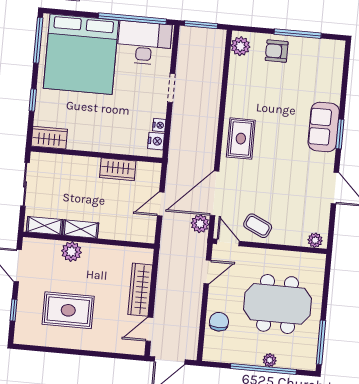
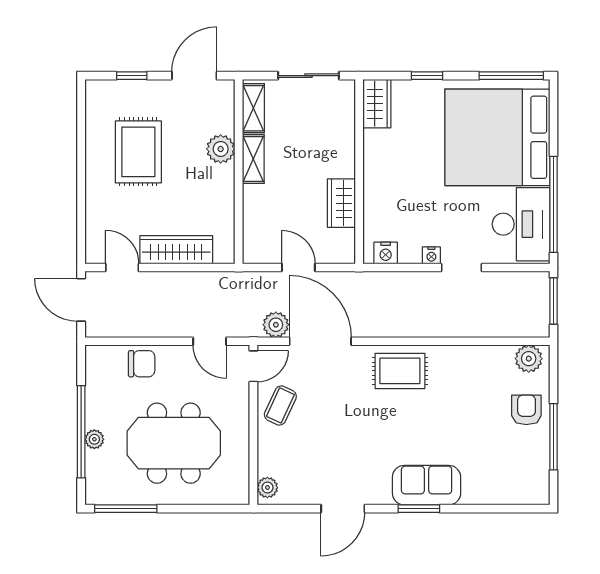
nightstand: (159, 125) -> (431, 255), moved
meeting table: (278, 304) -> (174, 443), turned 90

